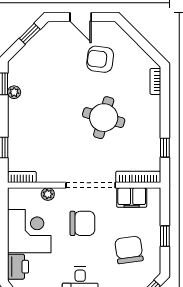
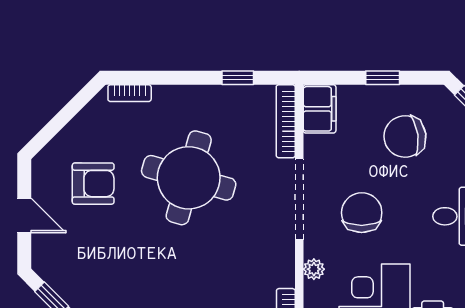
door: (81, 17) -> (24, 216), hinge flipped
armchair: (100, 59) -> (93, 184), turned -97
round table: (104, 118) -> (189, 178), width x1.36, depth x1.36
filing cabinet: (132, 198) -> (320, 109), moved

